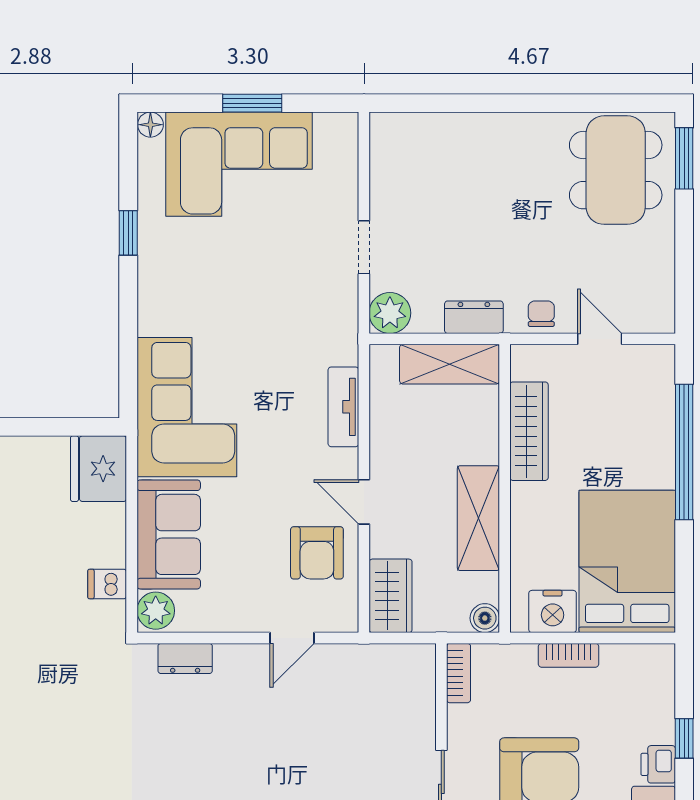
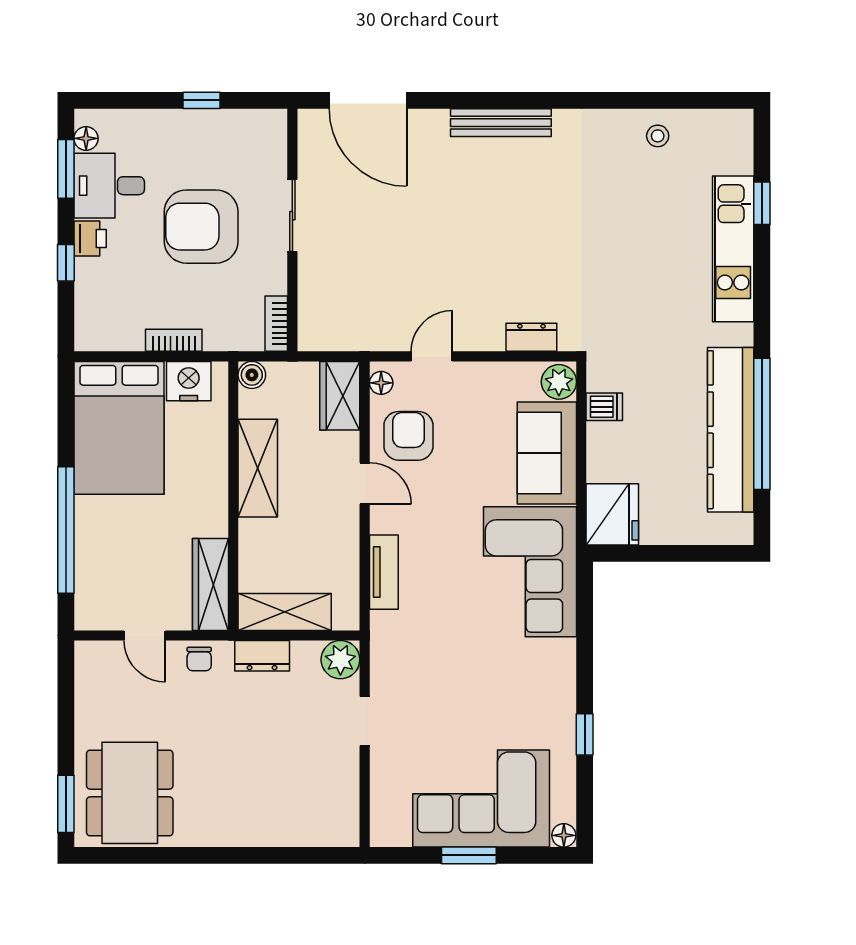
wardrobe: (529, 431) -> (211, 584), moved
floor lamp: (346, 610) -> (381, 383), added

